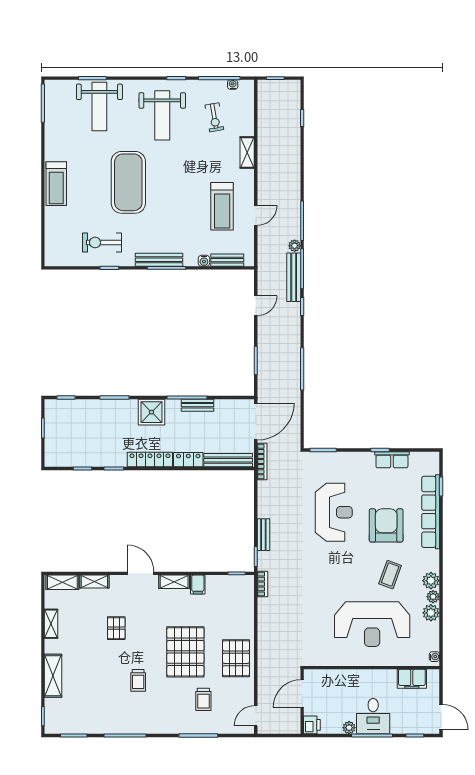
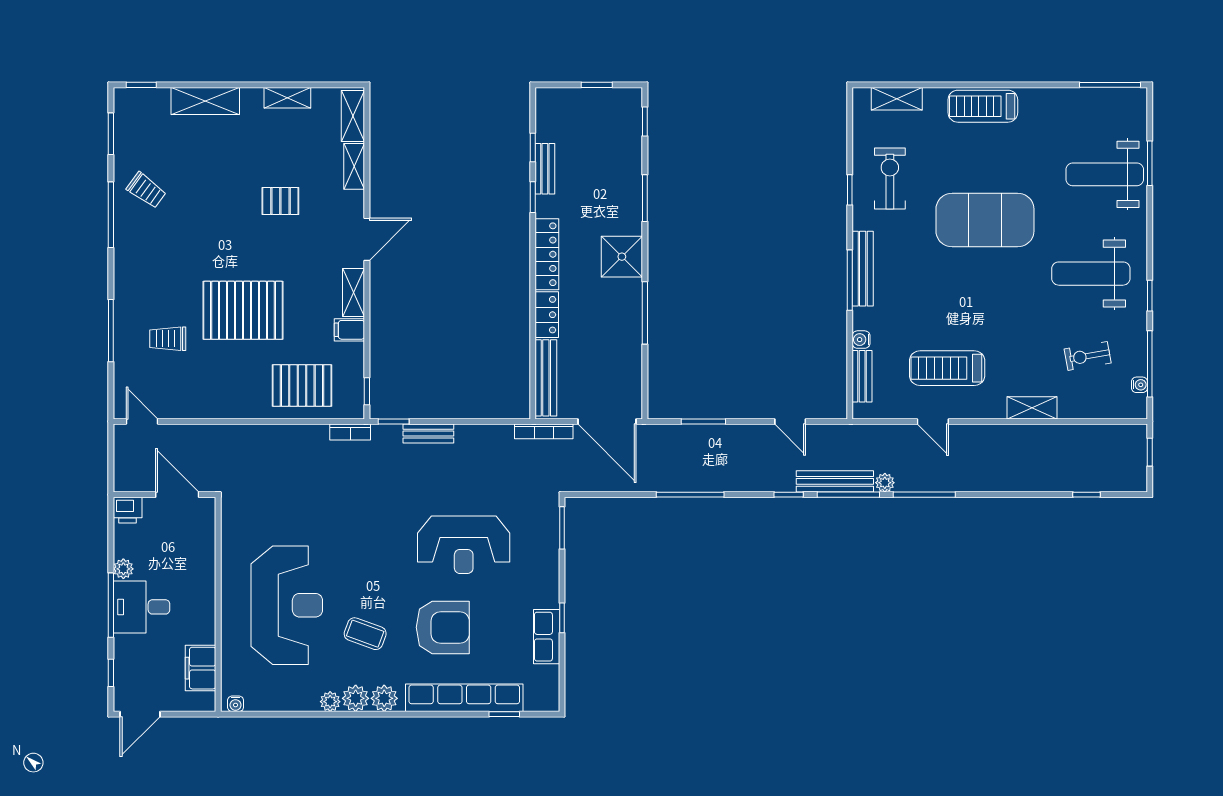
shelving: (52, 238) -> (897, 99), added
bench: (197, 405) -> (545, 169), moved
plant: (431, 613) -> (384, 698), moved
reception desk: (372, 624) -> (287, 605), turned 180
pallet: (236, 658) -> (302, 385), moved
trolley: (138, 680) -> (146, 190), moved, turned -144

